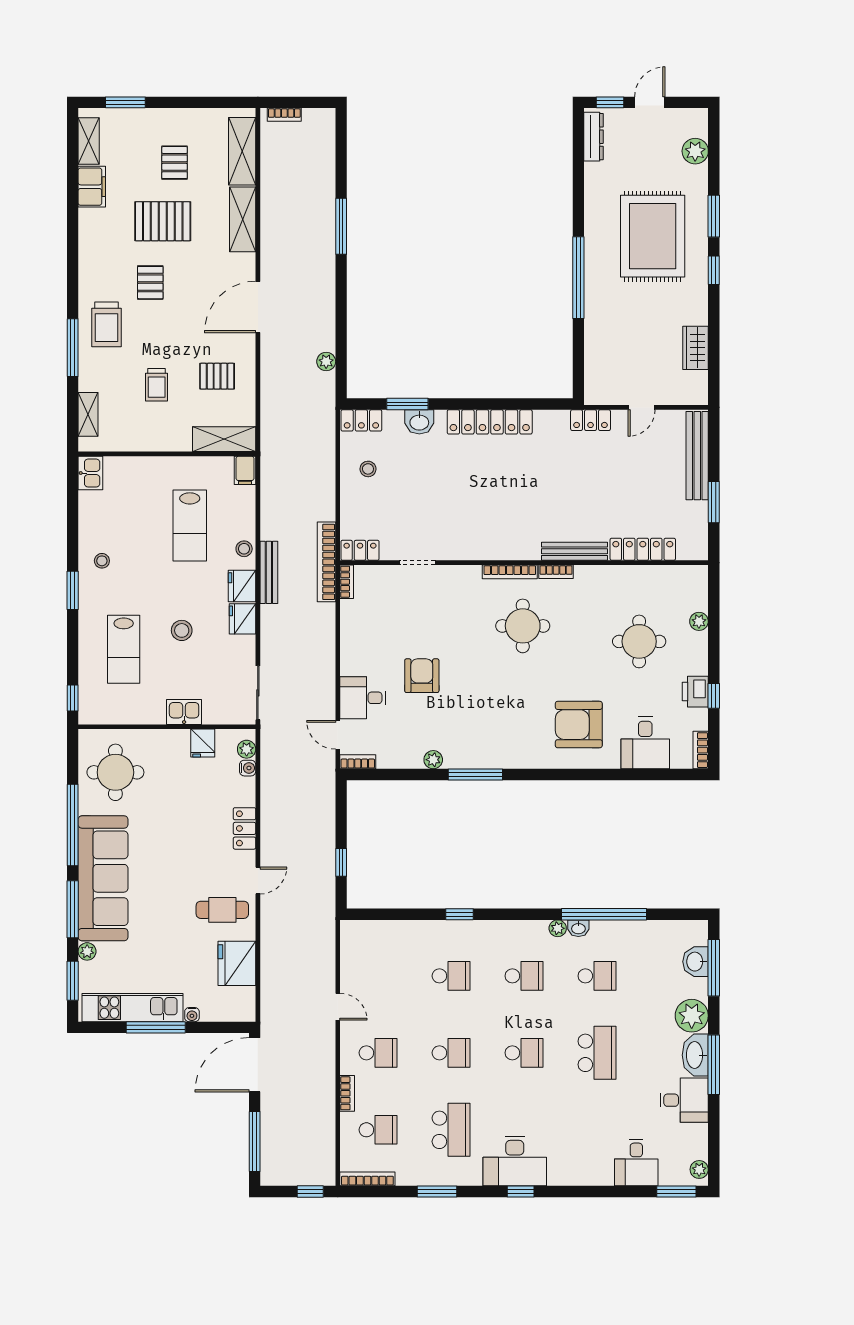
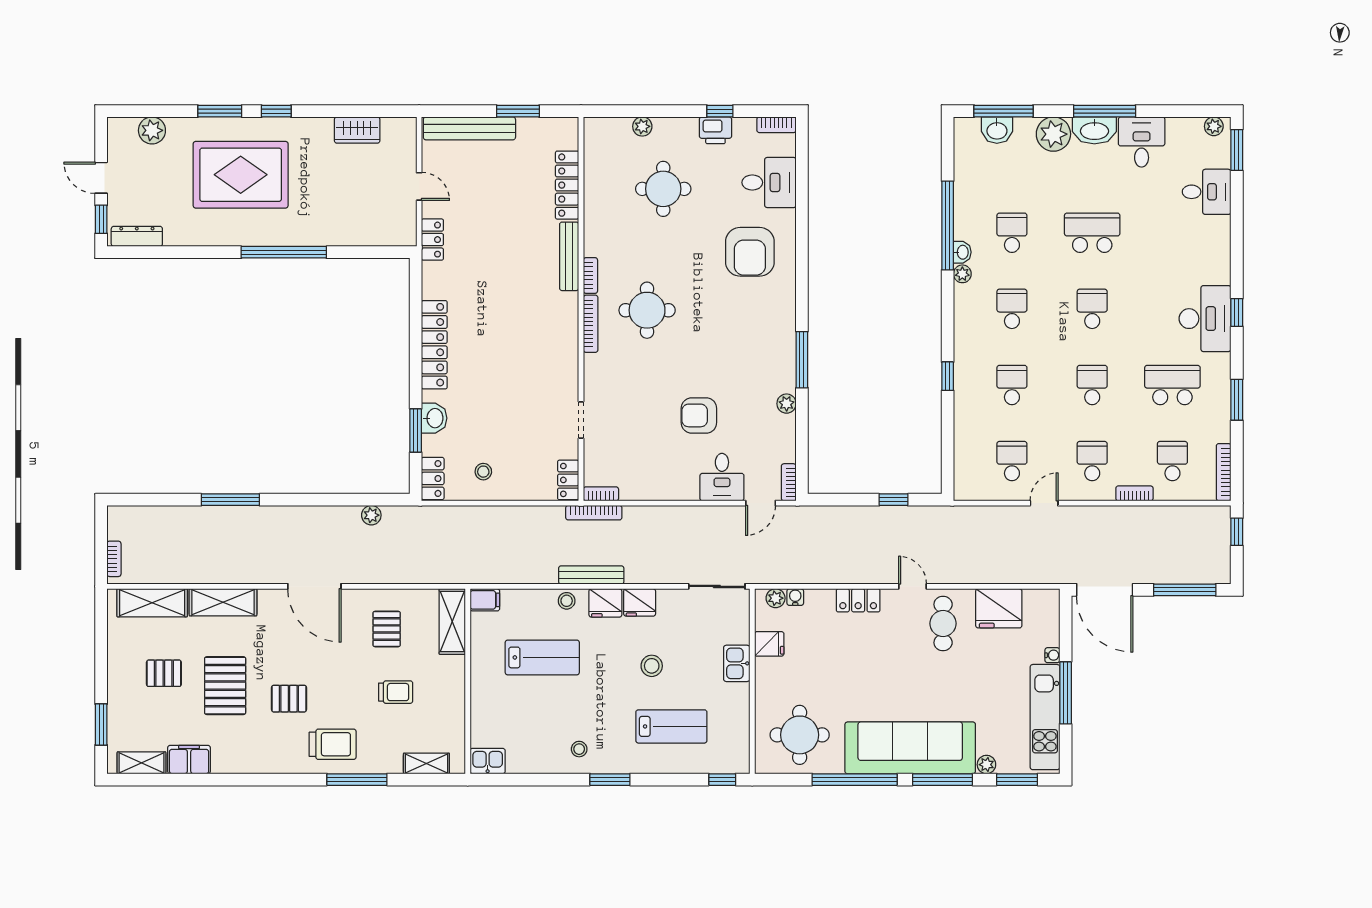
bookcase: (326, 562) -> (594, 513), width x0.68, depth x0.76
school desk: (378, 976) -> (1012, 461), added

